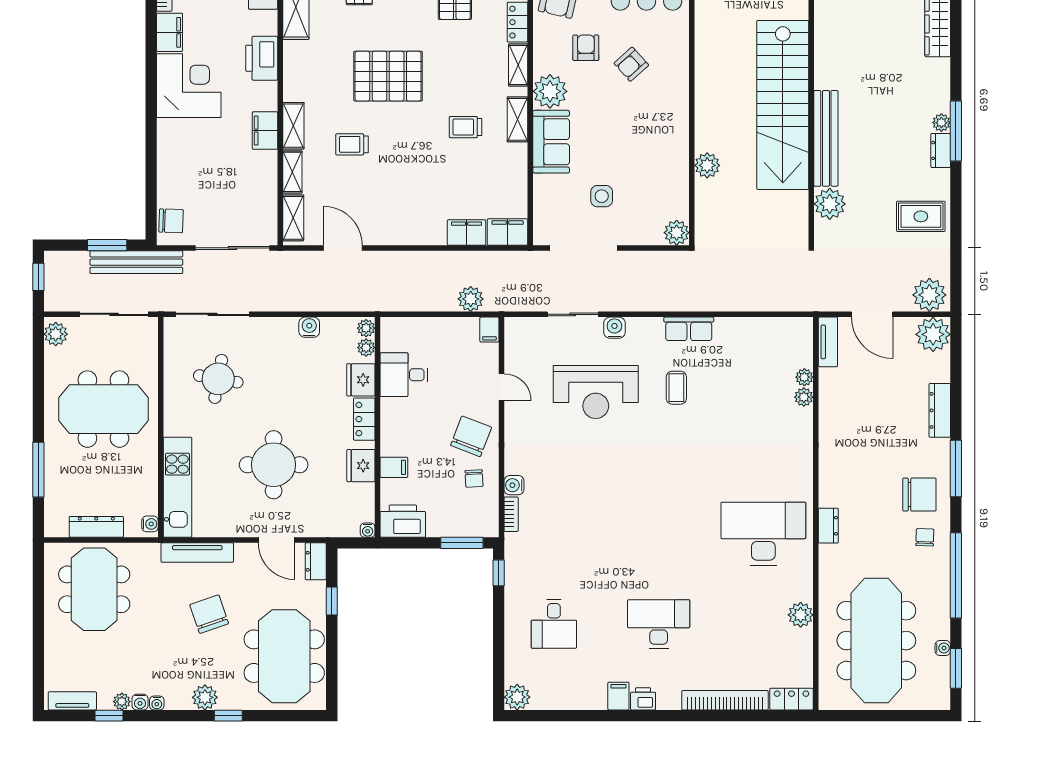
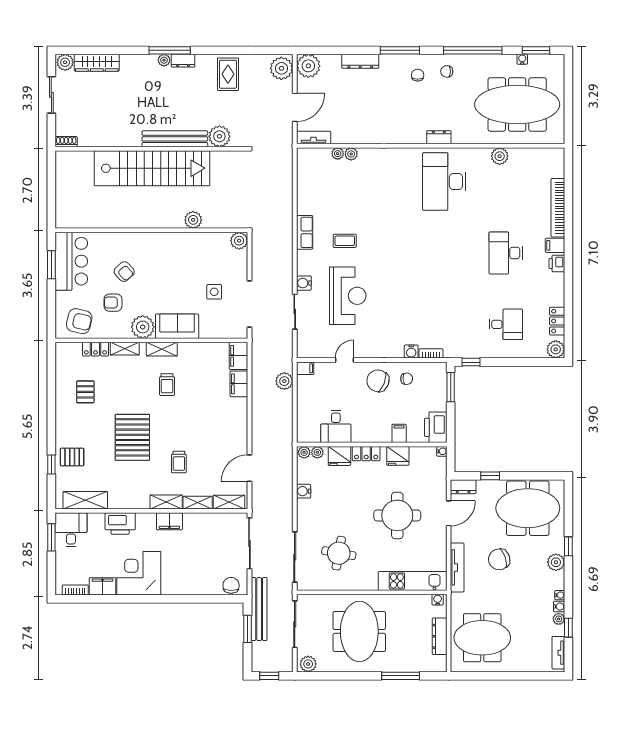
chair: (919, 495) -> (418, 75), width x0.54, depth x0.54
filing cabinet: (618, 696) -> (555, 245), moved
locker: (791, 699) -> (557, 321), moved

